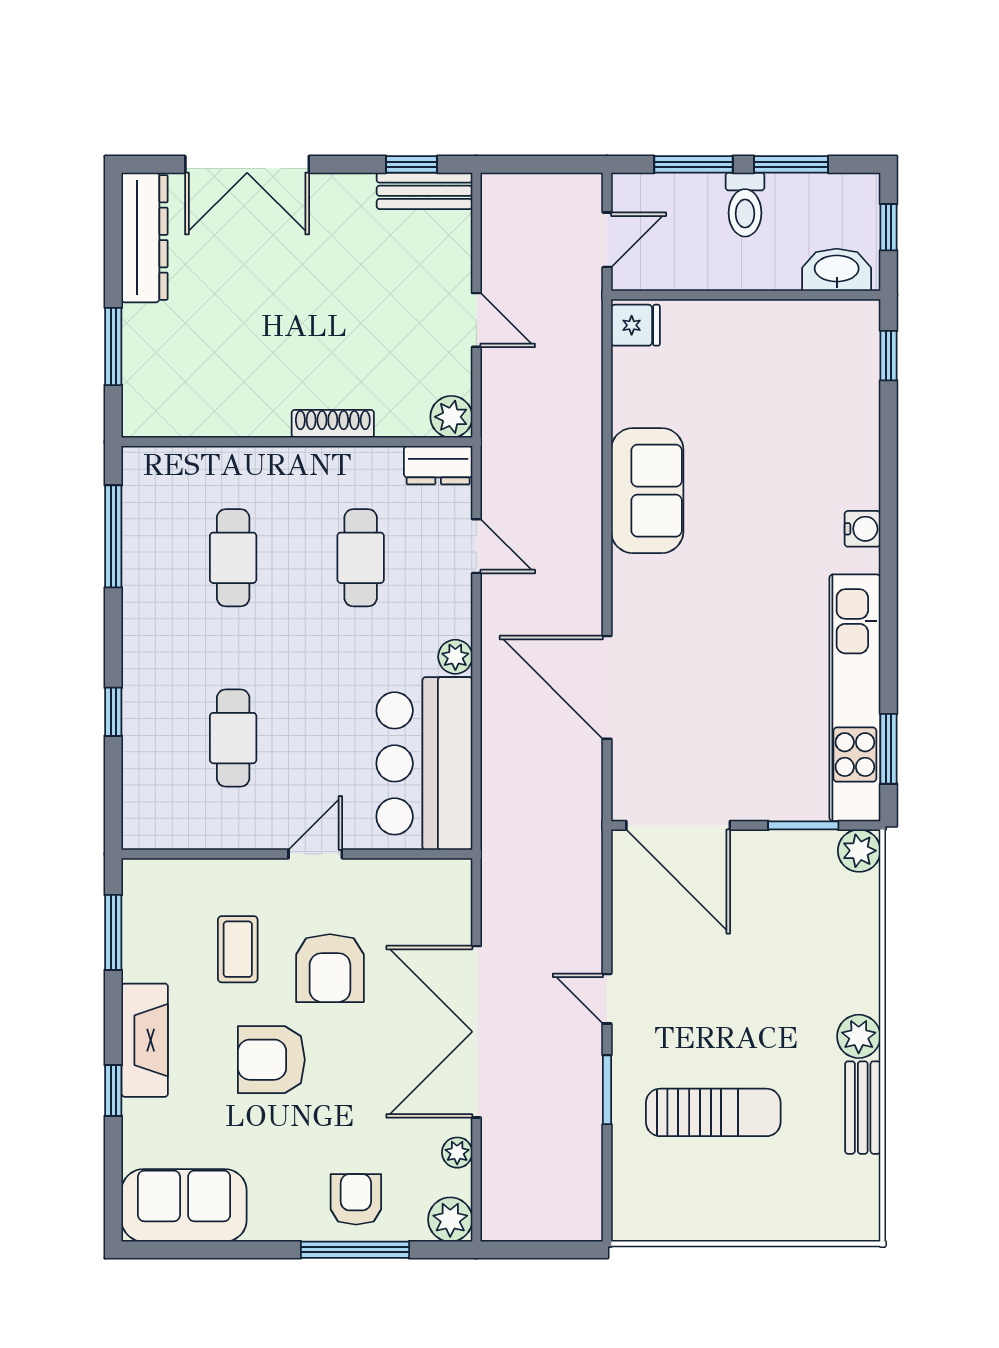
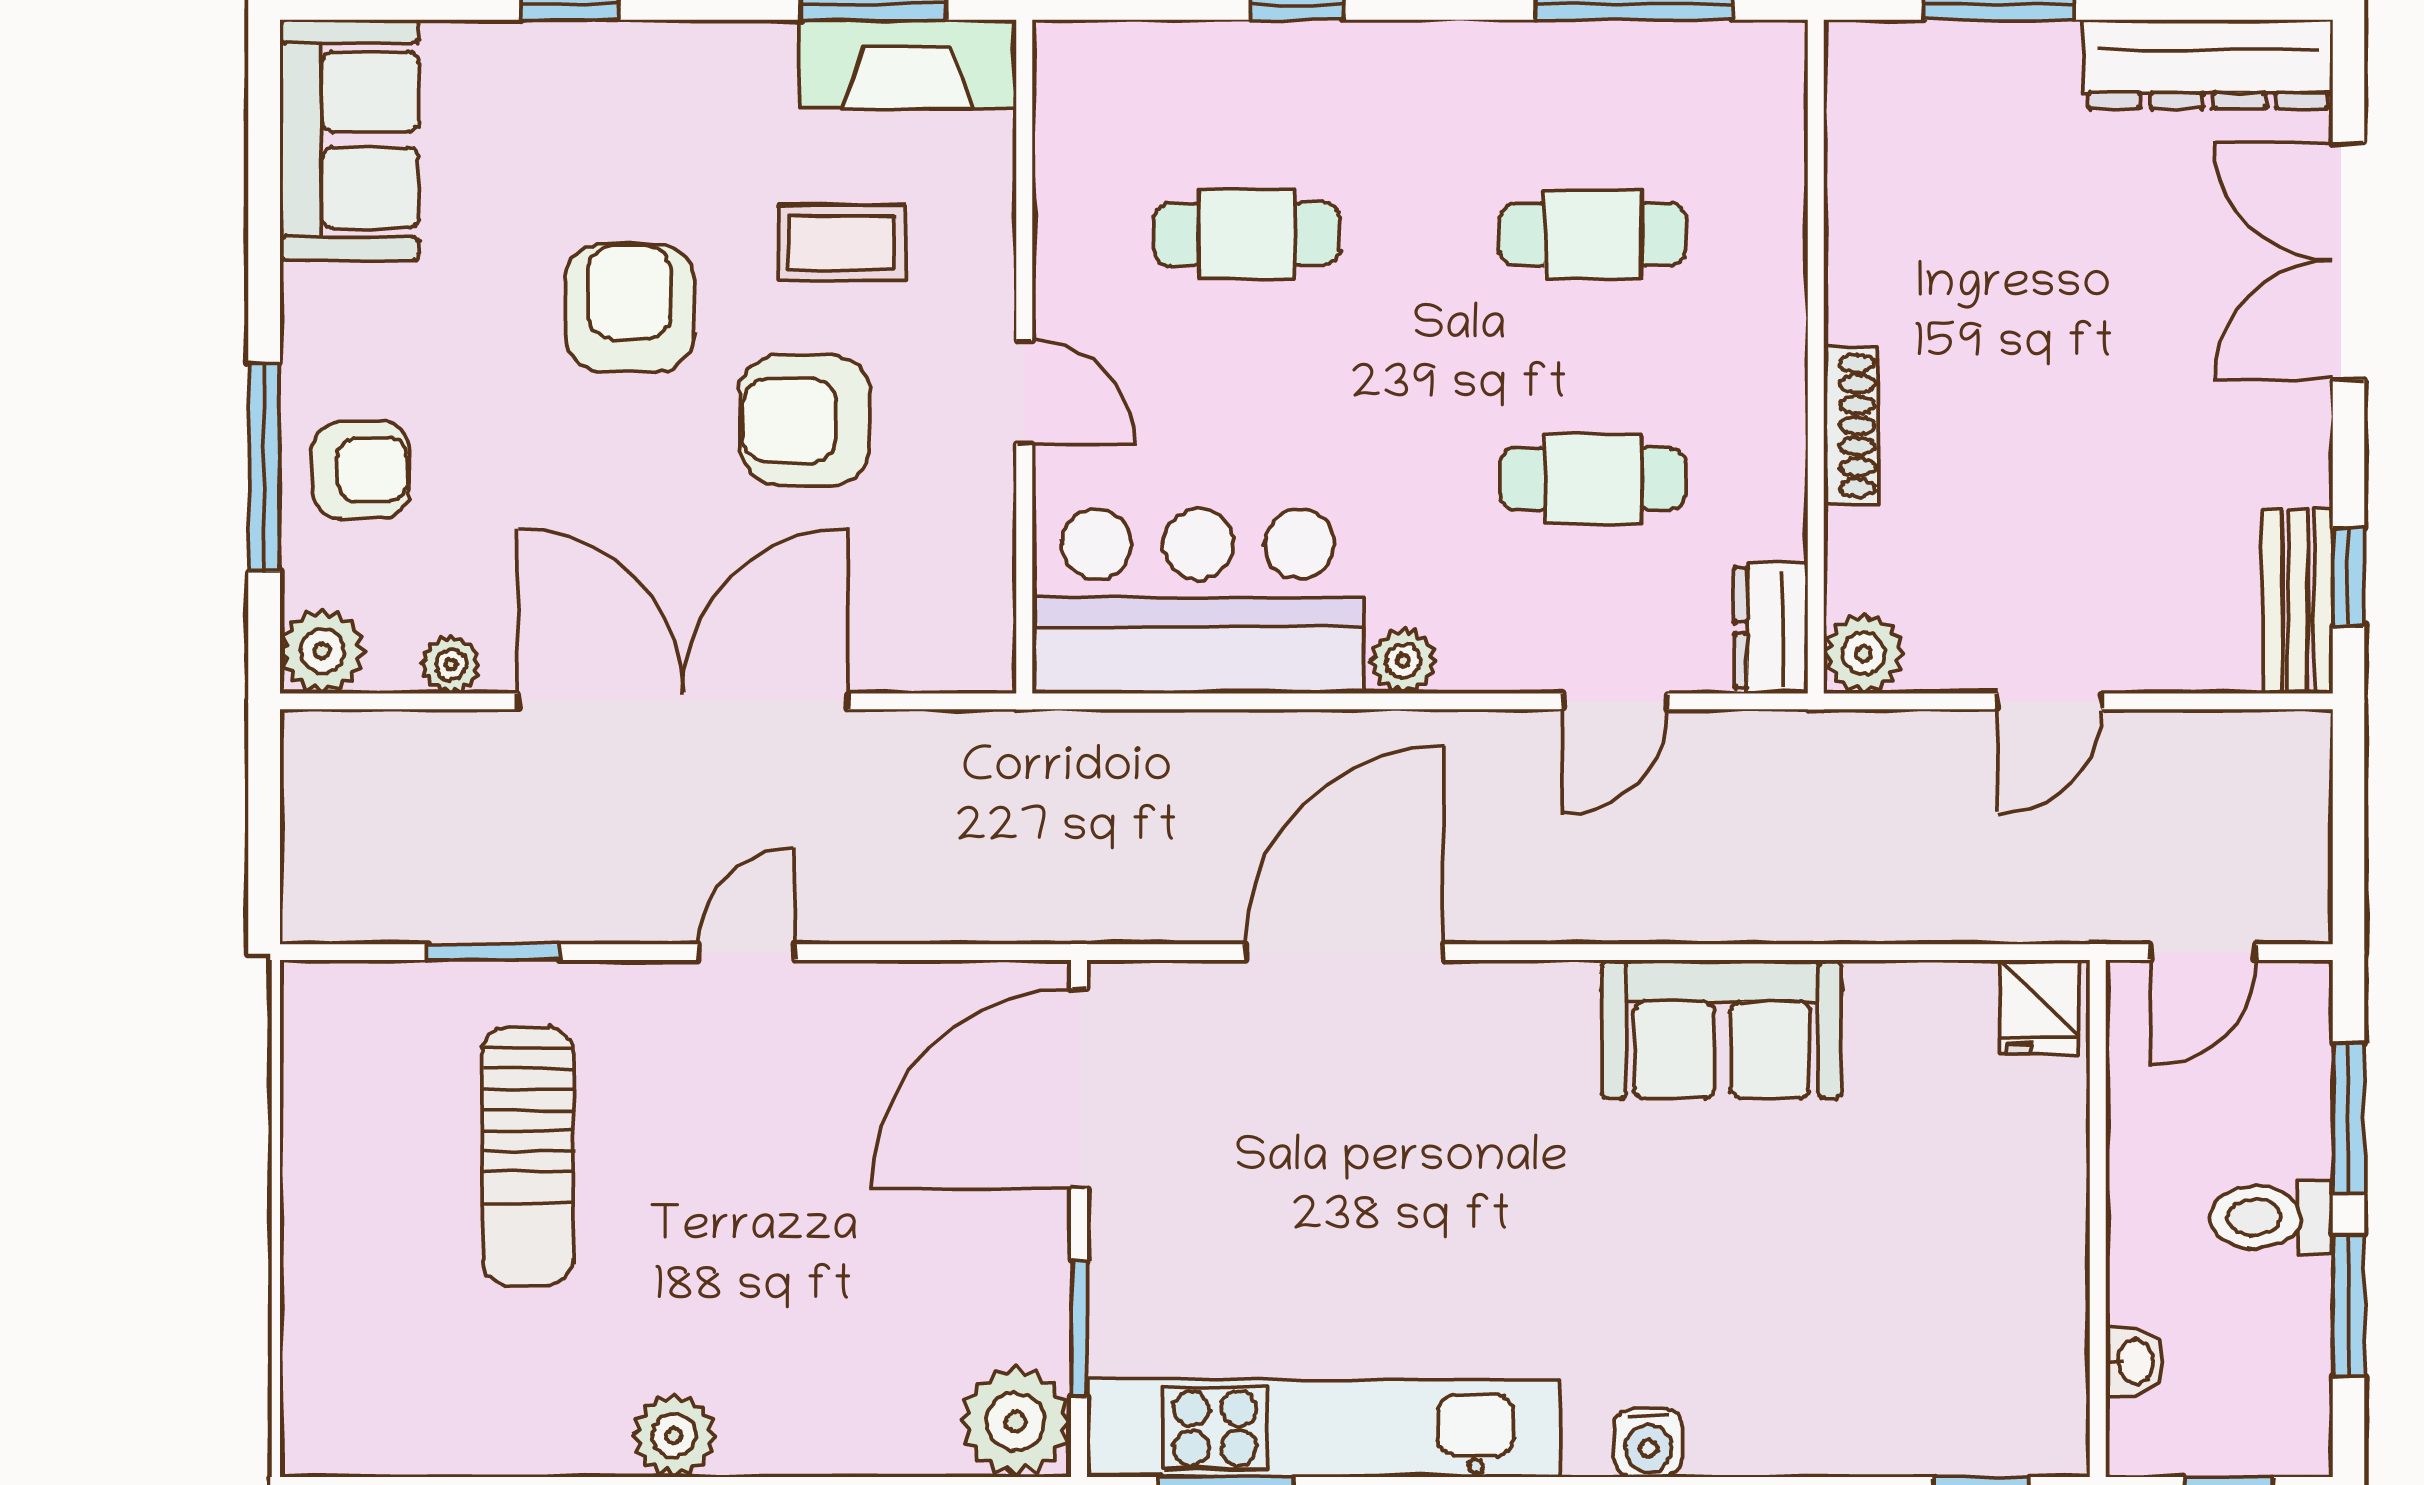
door: (607, 240) -> (2204, 952), hinge flipped
washbasin: (837, 270) -> (2134, 1362), width x0.52, depth x0.69
plant: (859, 851) -> (1016, 1421), width x1.36, depth x1.36
fireplace: (145, 1040) -> (908, 64), moved
window: (607, 1090) -> (493, 952), moved
bench: (863, 1108) -> (537, 1443), removed

